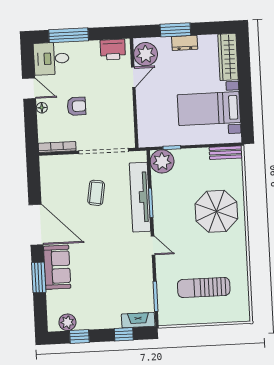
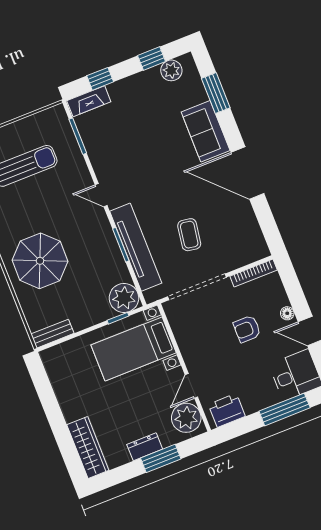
bed with nightstands: (209, 109) -> (134, 349), moved, turned 180
window: (39, 277) -> (216, 93), moved

